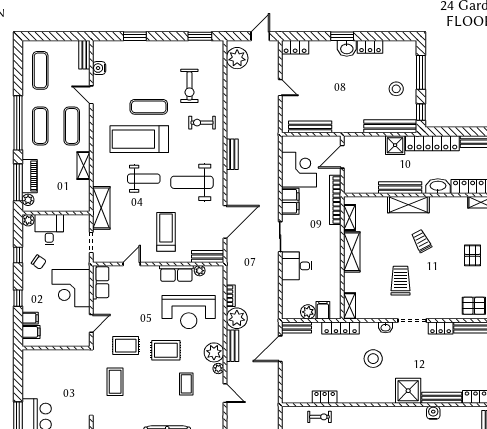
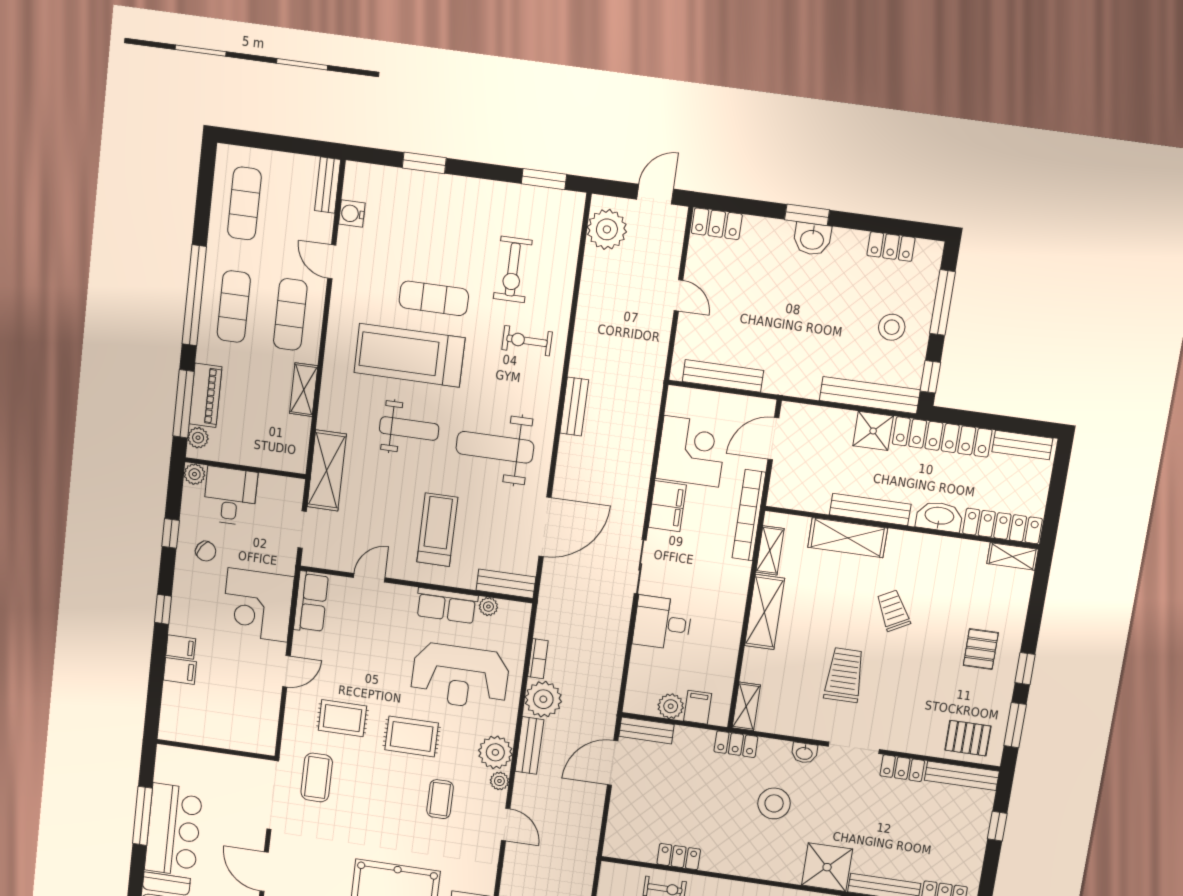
locker: (370, 47) -> (891, 247), moved
shelving: (408, 205) -> (848, 538), moved
locker: (341, 328) -> (736, 744), width x0.66
wall: (56, 348) -> (216, 750), moved

